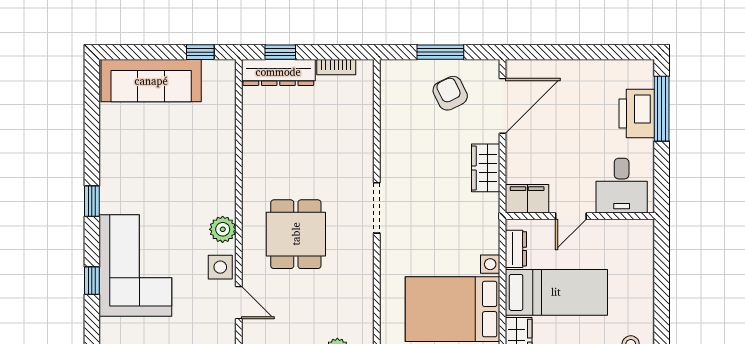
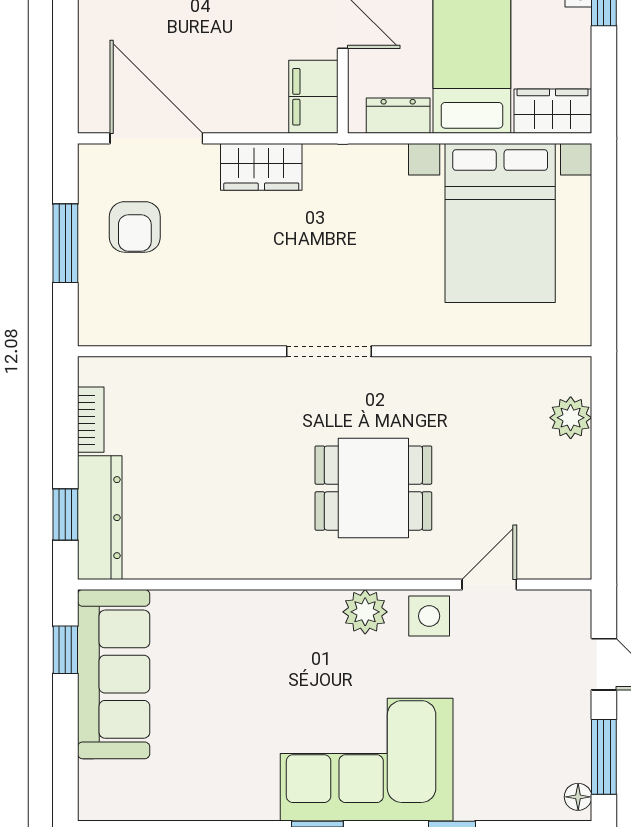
sofa: (151, 81) -> (114, 674), moved
armchair: (450, 93) -> (135, 227), turned -64
corner sofa: (135, 265) -> (367, 760), moved

